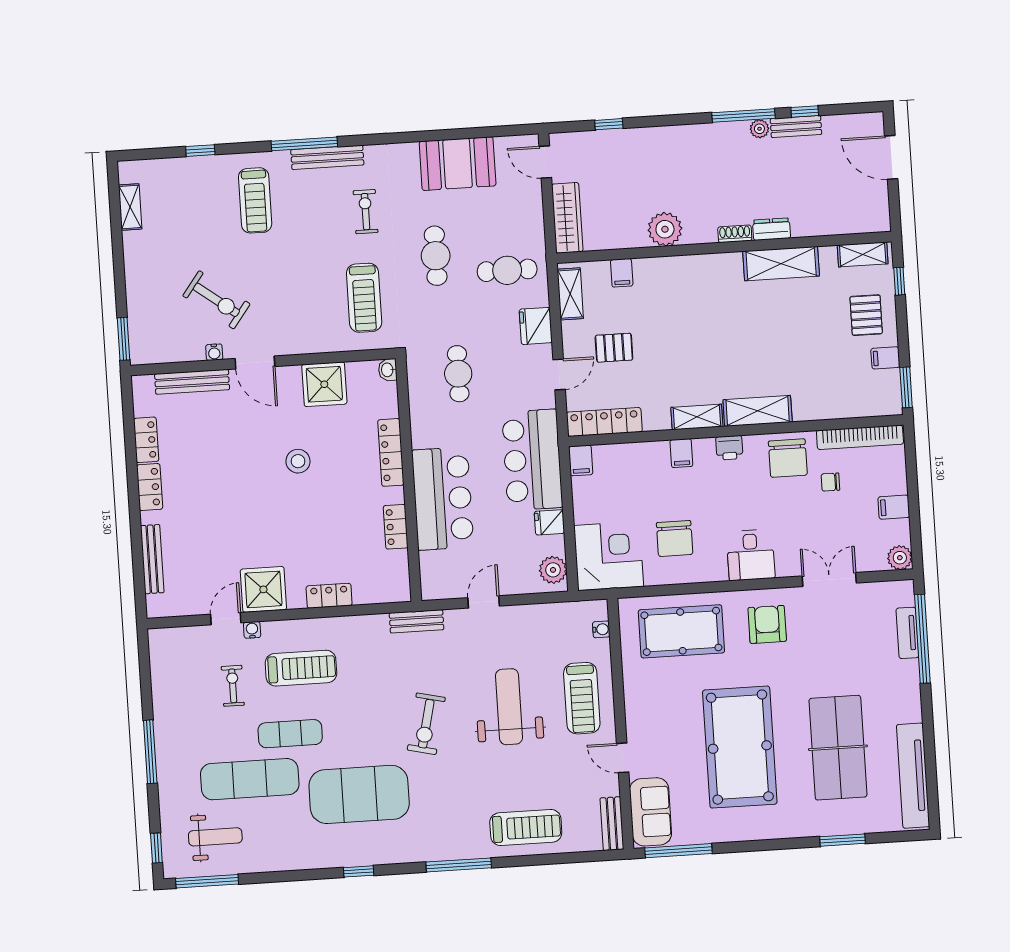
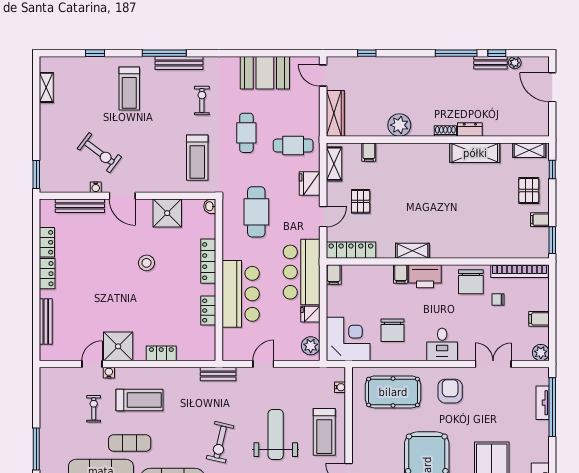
plant: (759, 129) -> (515, 63), moved
pallet: (614, 348) -> (361, 201), turned 90
cafe table: (458, 374) -> (256, 212), width x1.37, depth x1.35
shelving: (758, 411) -> (453, 249), removed
printer: (729, 448) -> (425, 276), width x1.87, depth x1.48

